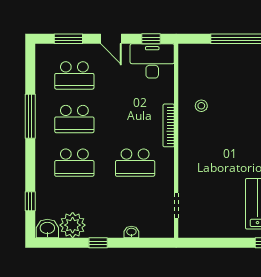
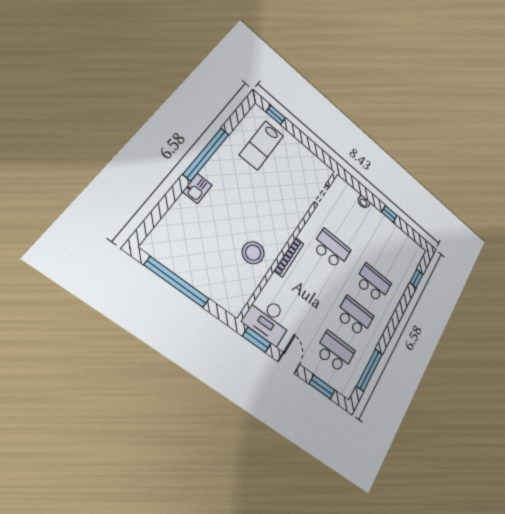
window: (151, 39) -> (257, 340), width x1.50
stool: (201, 106) -> (253, 253), width x1.89, depth x1.89
window: (30, 116) -> (370, 370), moved
plant: (73, 225) -> (399, 240), removed
washbasin: (47, 229) -> (416, 251), removed

